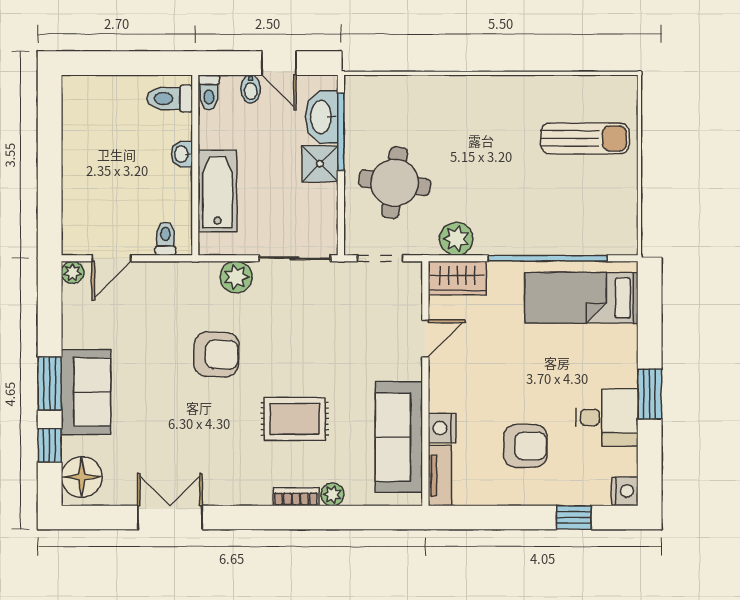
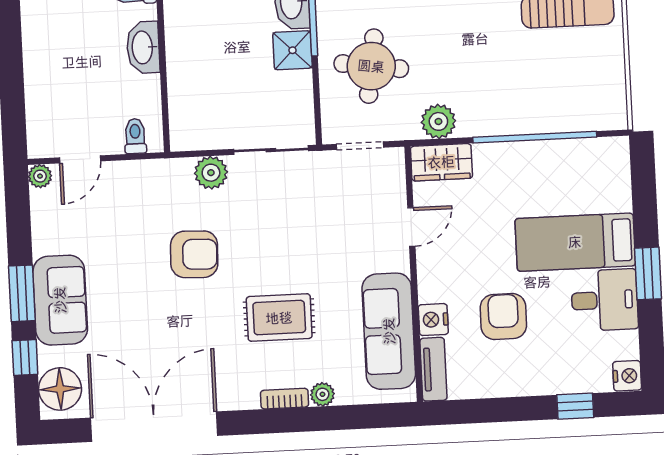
washbasin: (182, 154) -> (143, 47), width x1.91, depth x1.45
bathtub: (217, 191) -> (187, 84), removed
bed: (581, 298) -> (575, 242), moved
armchair: (525, 446) -> (503, 317), moved, turned -90
double door: (170, 518) -> (154, 427), width x1.87

